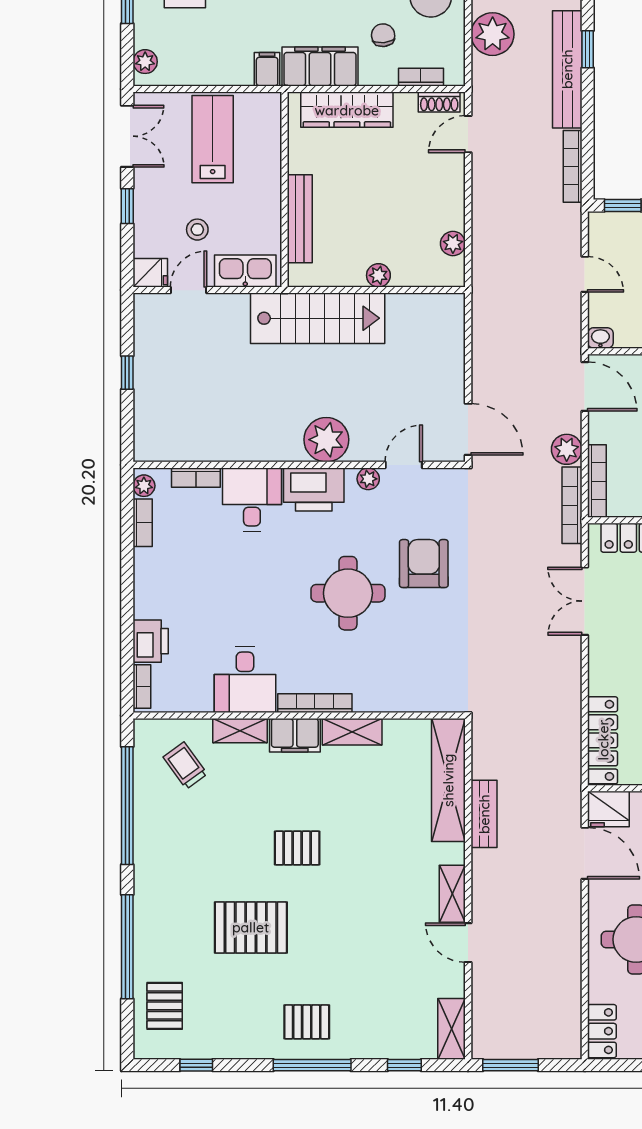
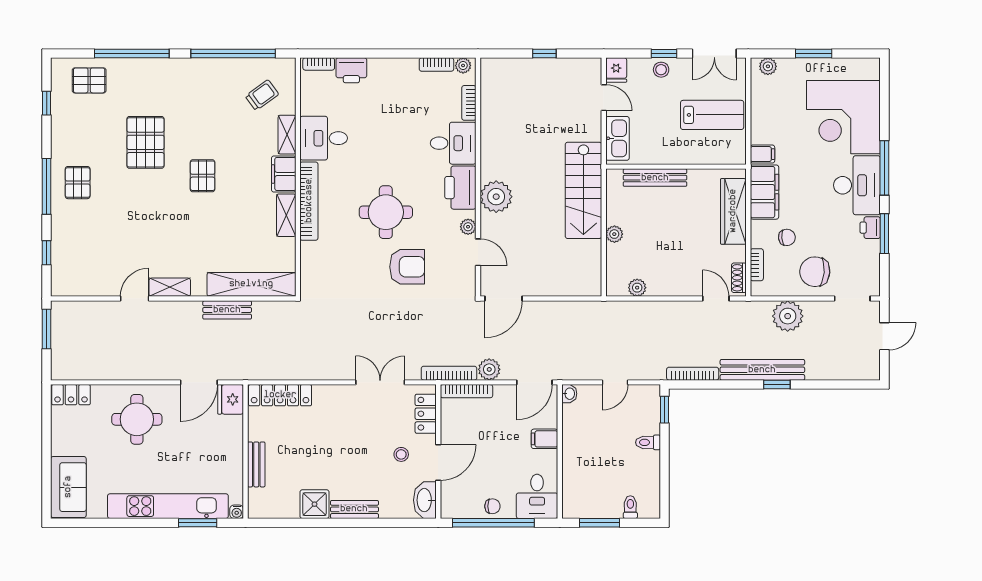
stool: (197, 230) -> (661, 70), moved
bookcase: (315, 703) -> (309, 201), width x1.48, depth x1.31
shelving: (452, 1029) -> (73, 287), removed

